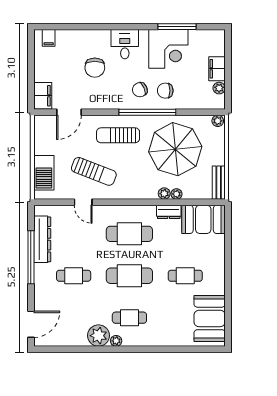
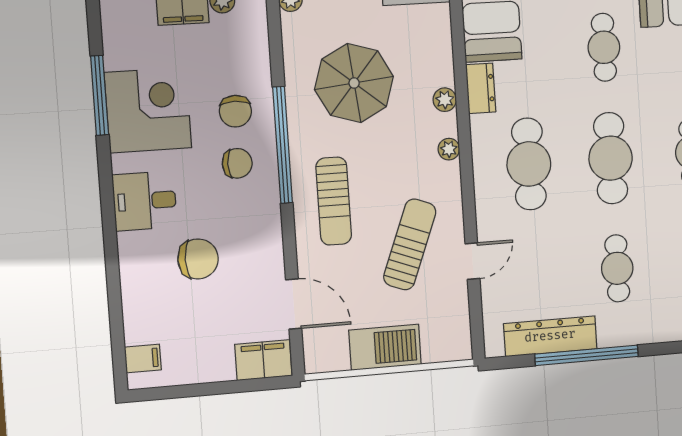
chair: (140, 90) -> (237, 163), turned -67
parasol: (175, 149) -> (354, 83), width x0.73, depth x0.73
barbecue: (44, 173) -> (385, 347), moved
plant: (177, 194) -> (449, 149), moved

